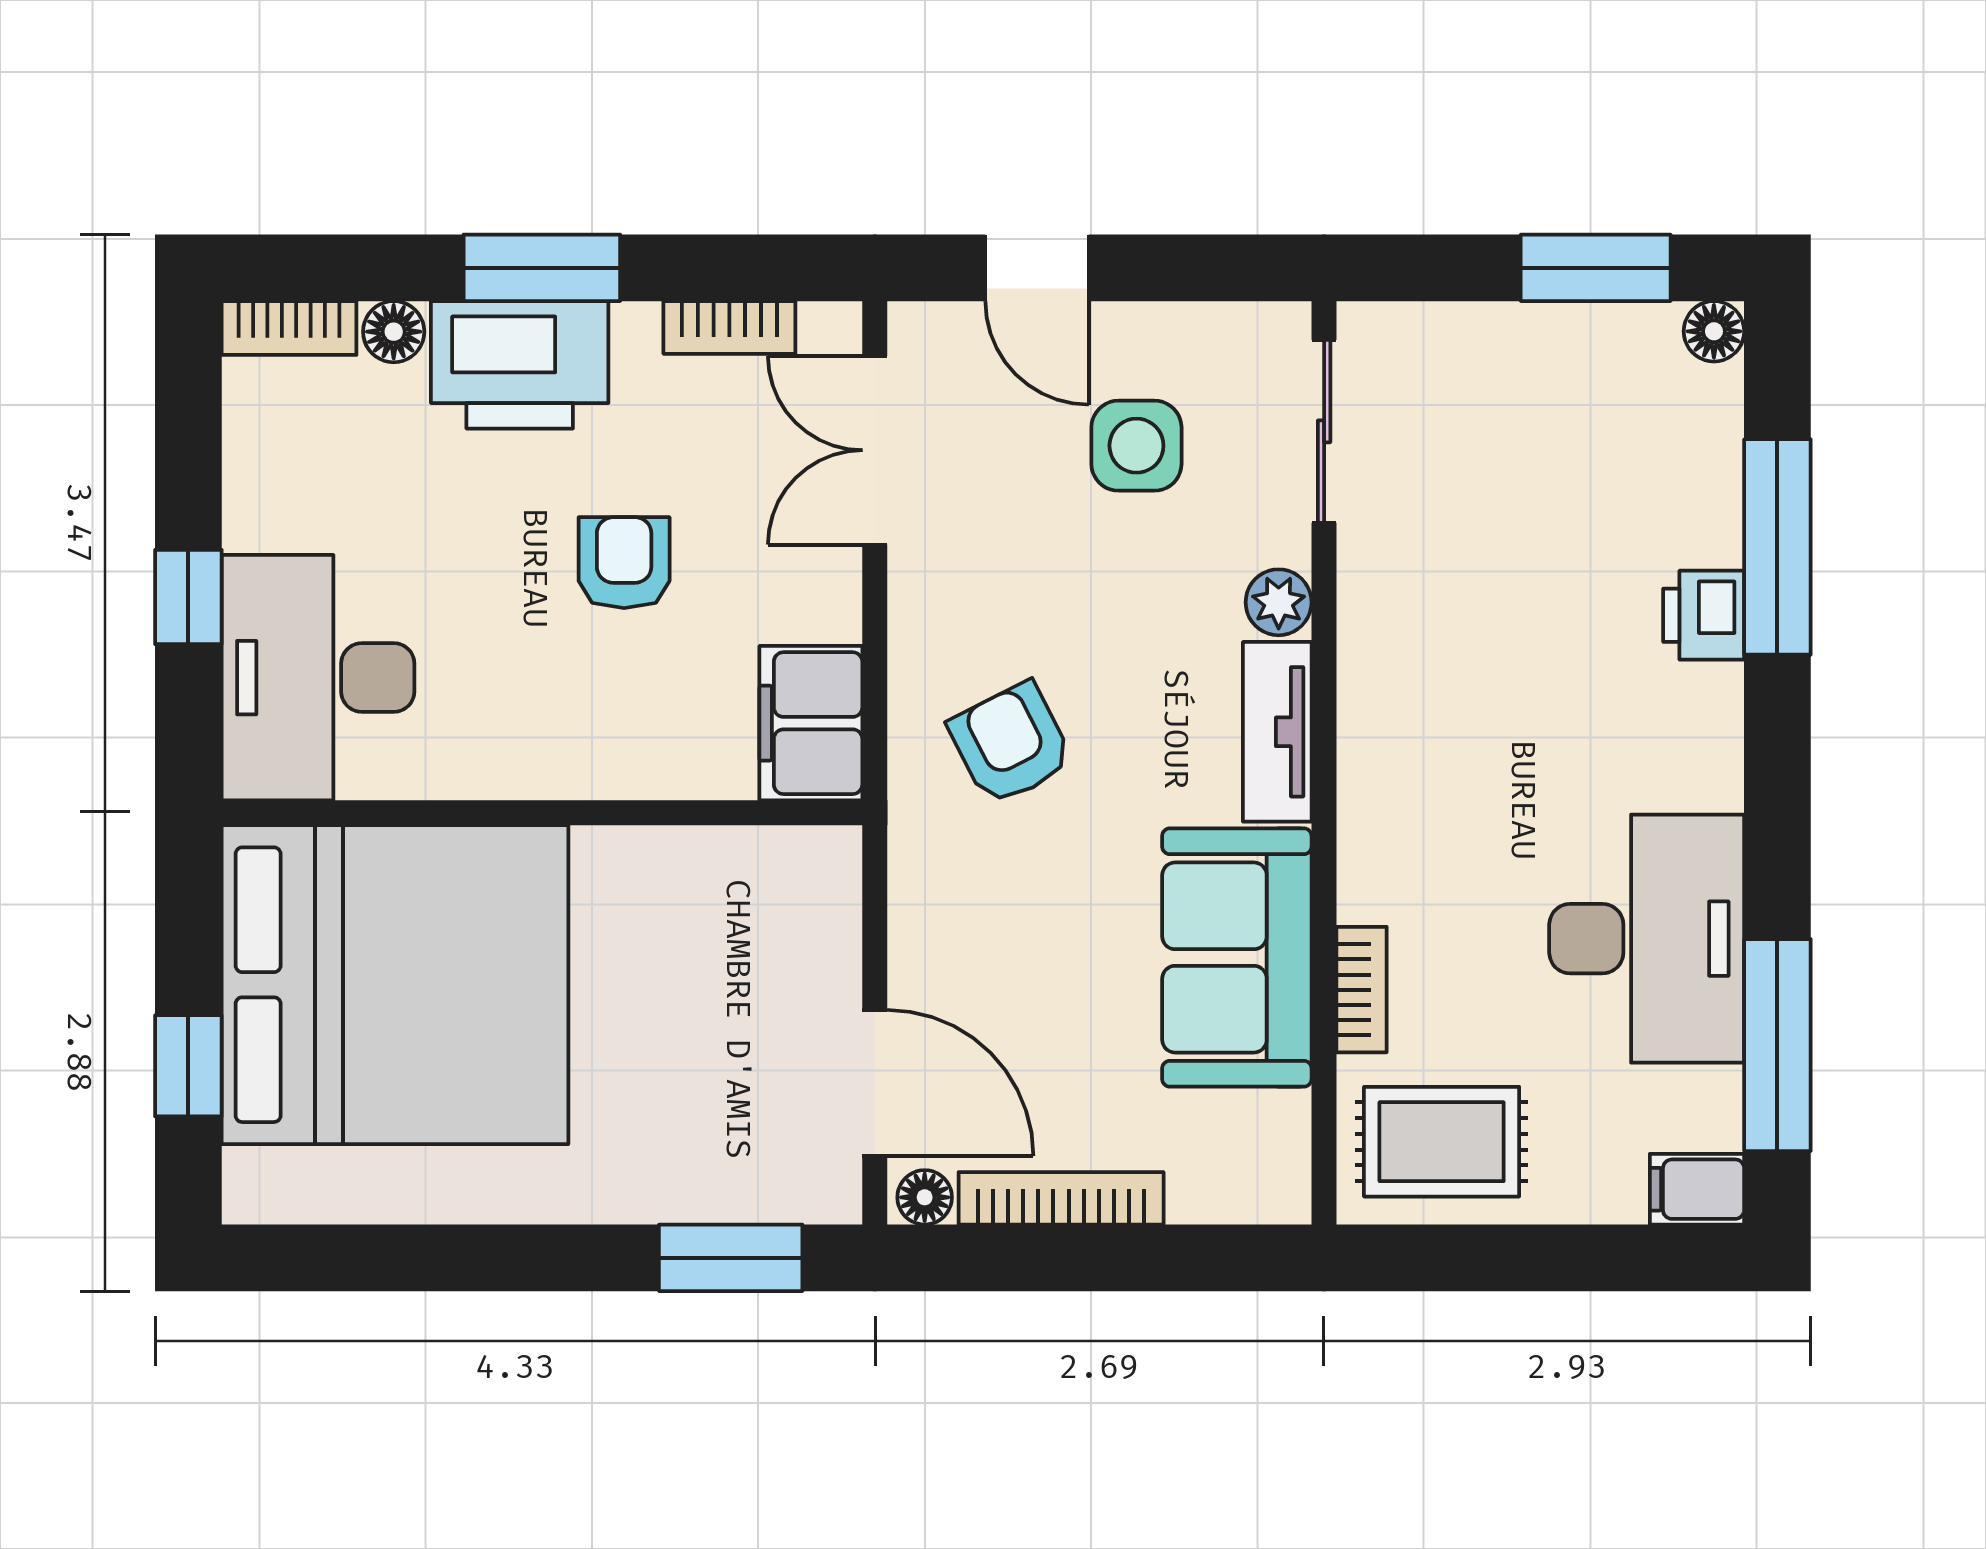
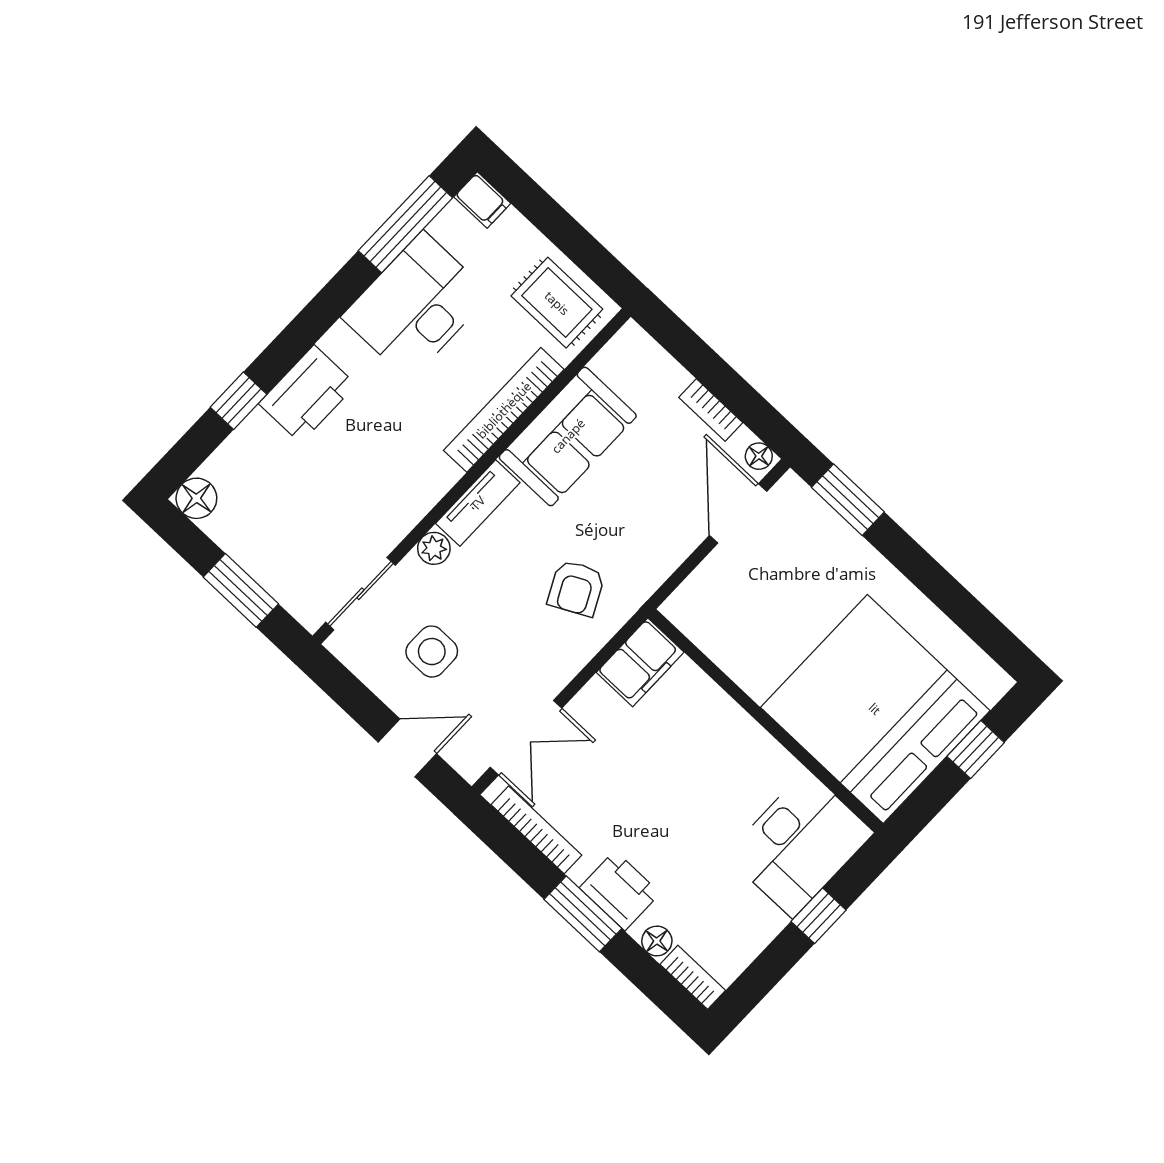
door: (1037, 268) -> (407, 748), hinge flipped
window: (1596, 268) -> (241, 590), moved
bookcase: (729, 327) -> (536, 830), width x1.56
floor lamp: (1714, 331) -> (196, 498), width x1.37, depth x1.37
printer: (520, 365) -> (620, 891), width x0.73, depth x0.84
window: (1777, 547) -> (238, 401), width x0.46
armchair: (624, 563) -> (653, 782), removed
printer: (1704, 615) -> (307, 394), width x1.87, depth x1.48
bookcase: (1362, 990) -> (504, 410), width x2.31, depth x1.31
bookcase: (1061, 1198) -> (711, 410), width x0.64

